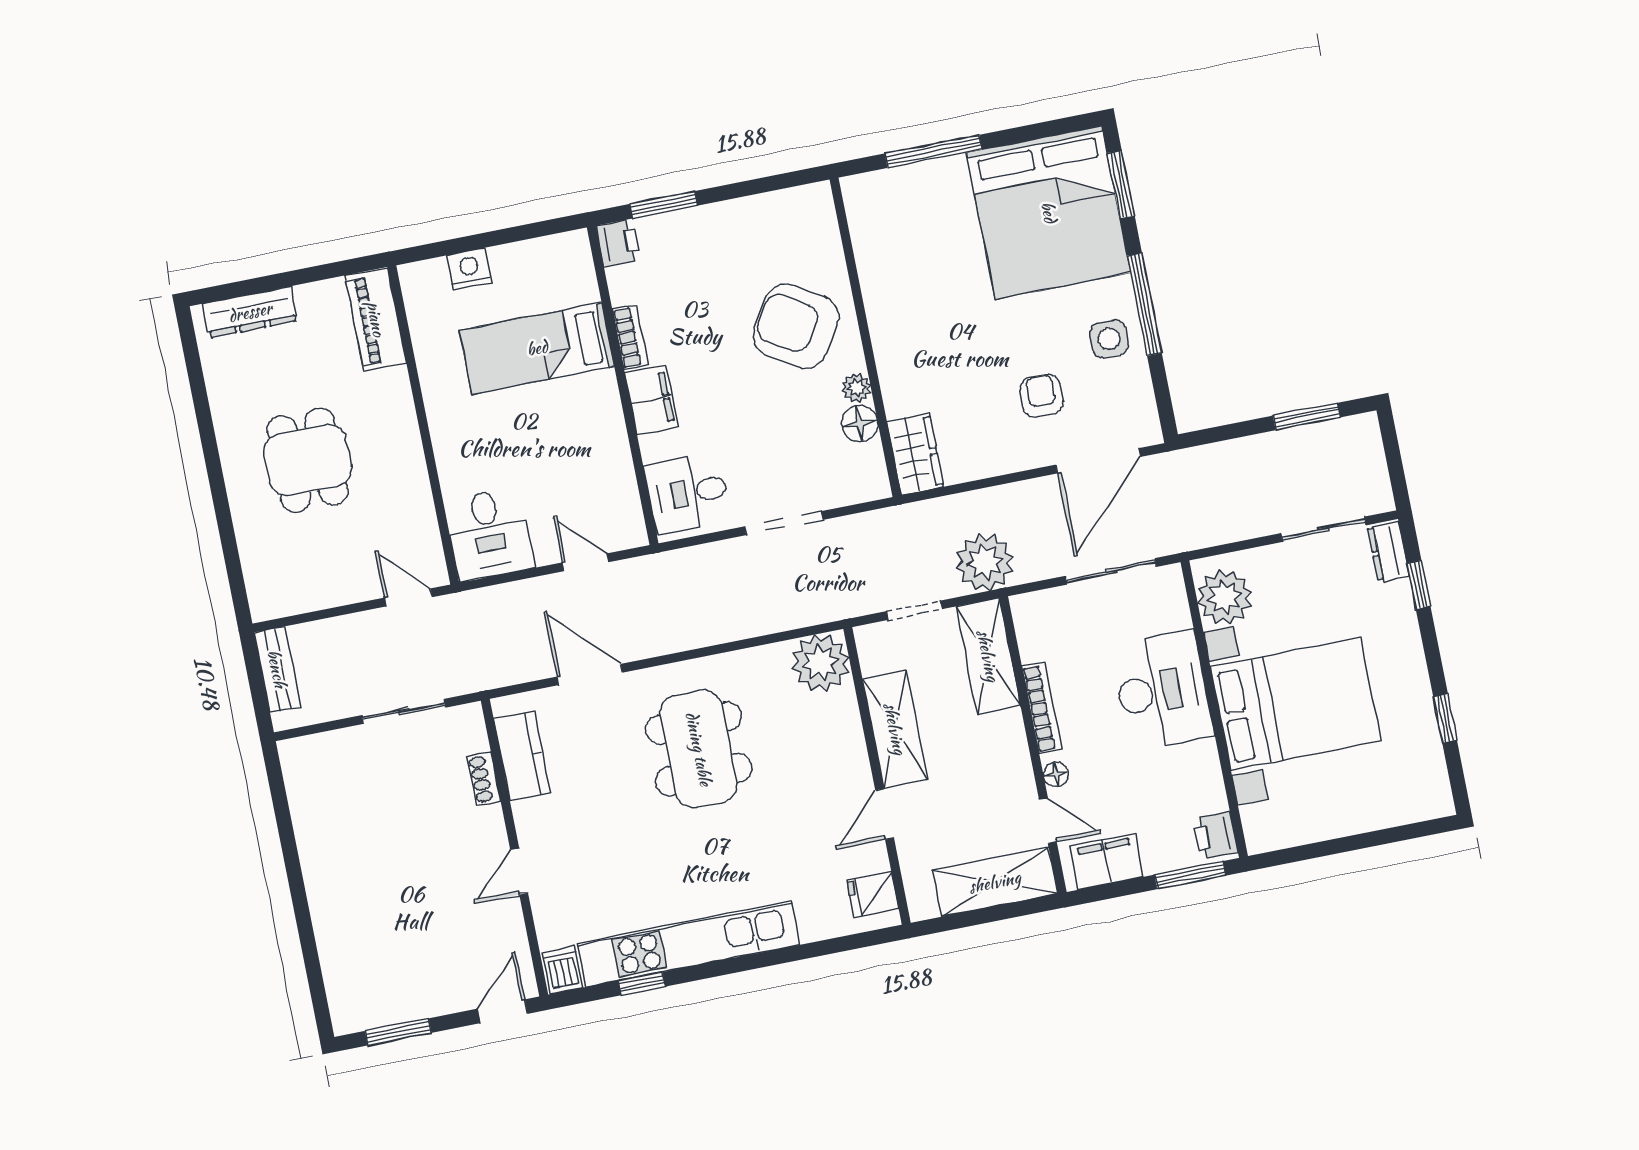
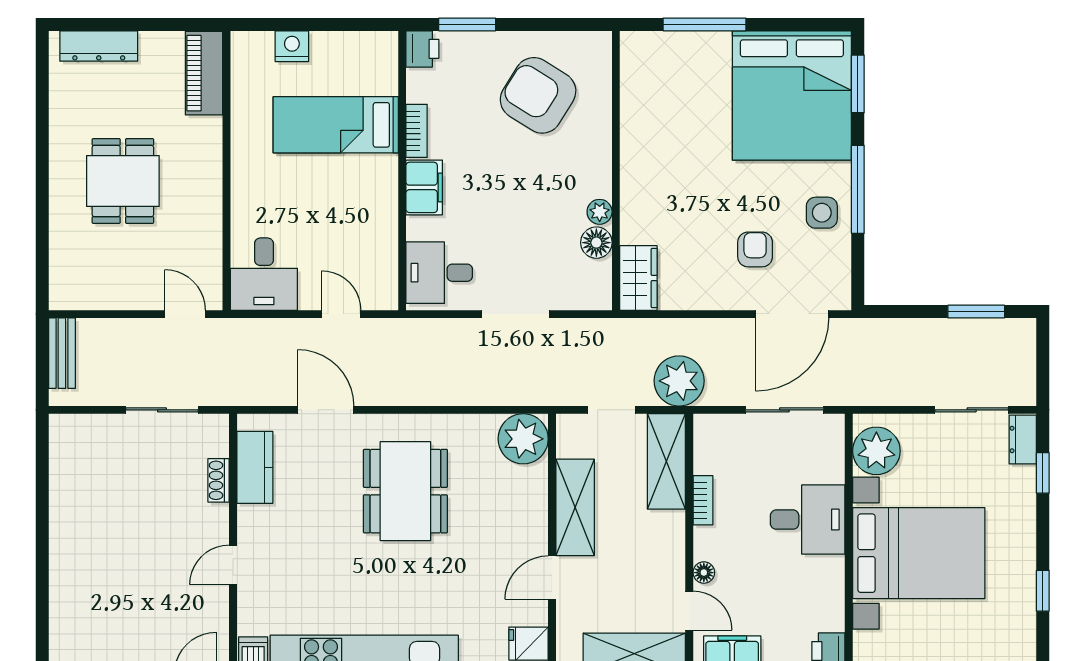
armchair: (796, 326) -> (538, 95), moved
desk: (1162, 691) -> (808, 520), width x0.73
bookcase: (1042, 708) -> (703, 500), width x0.64

